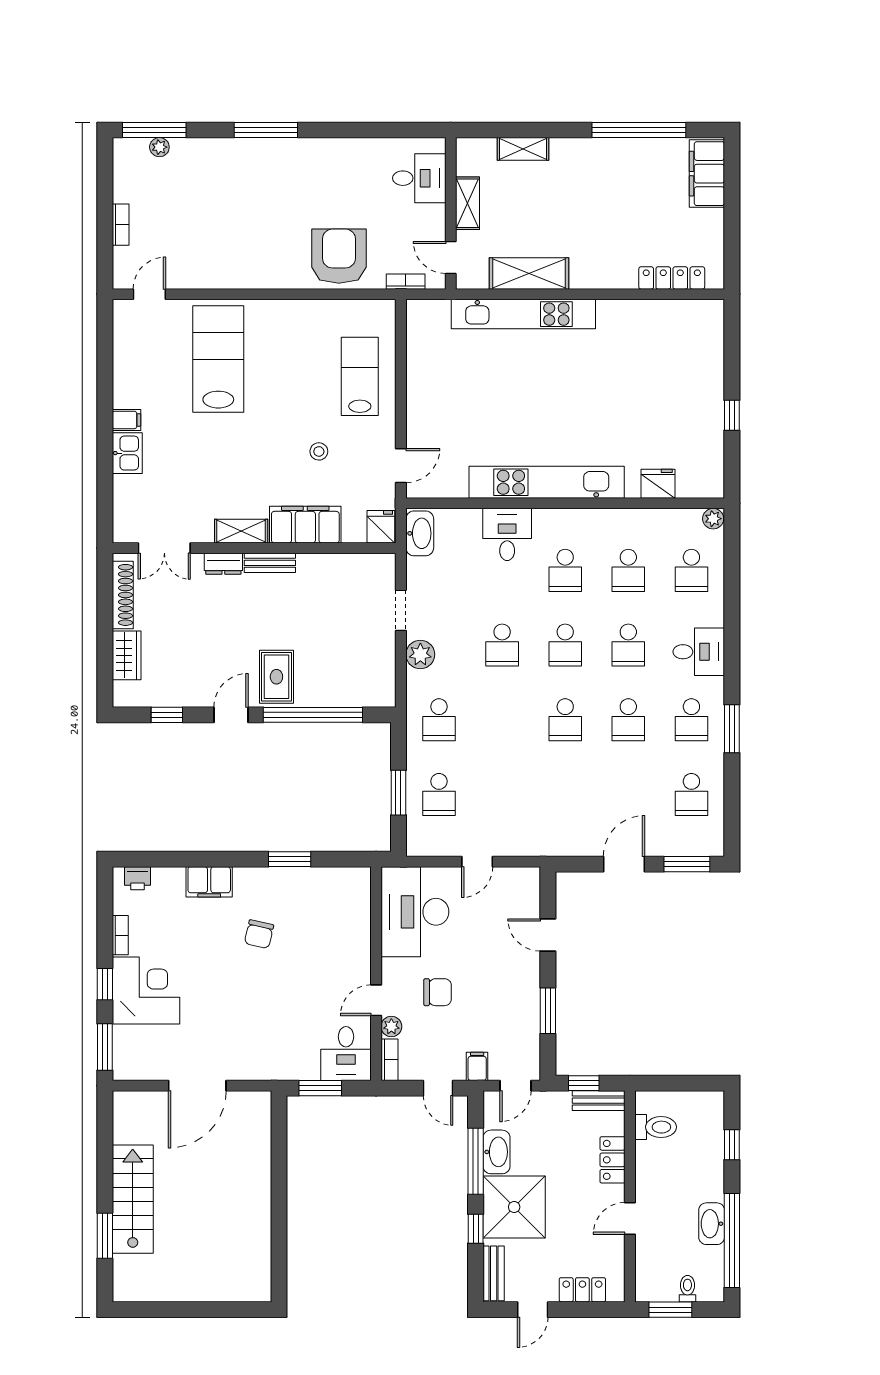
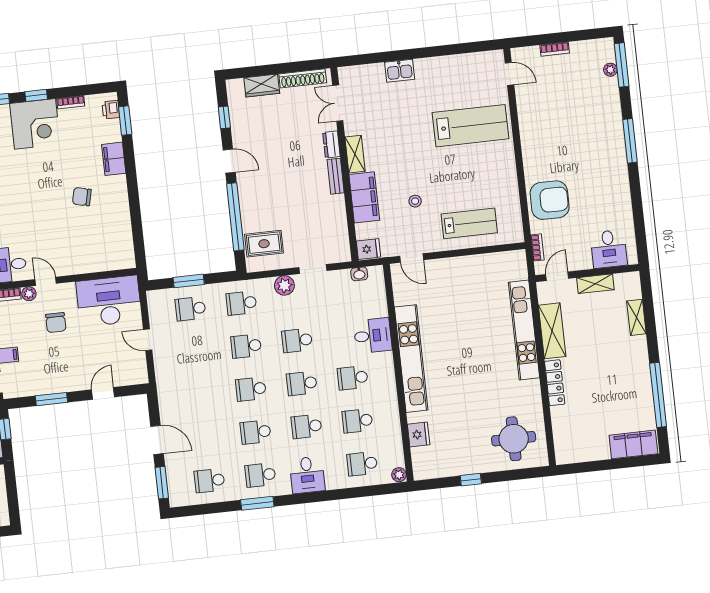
locker: (672, 278) -> (555, 383), moved
round table: (679, 347) -> (514, 439), added
filing cabinet: (126, 420) -> (422, 68), removed
washbasin: (420, 533) -> (359, 274), width x0.52, depth x0.69
rug: (276, 677) -> (264, 244), moved
school desk: (502, 720) -> (246, 346), added
window: (290, 859) -> (125, 121), moved

